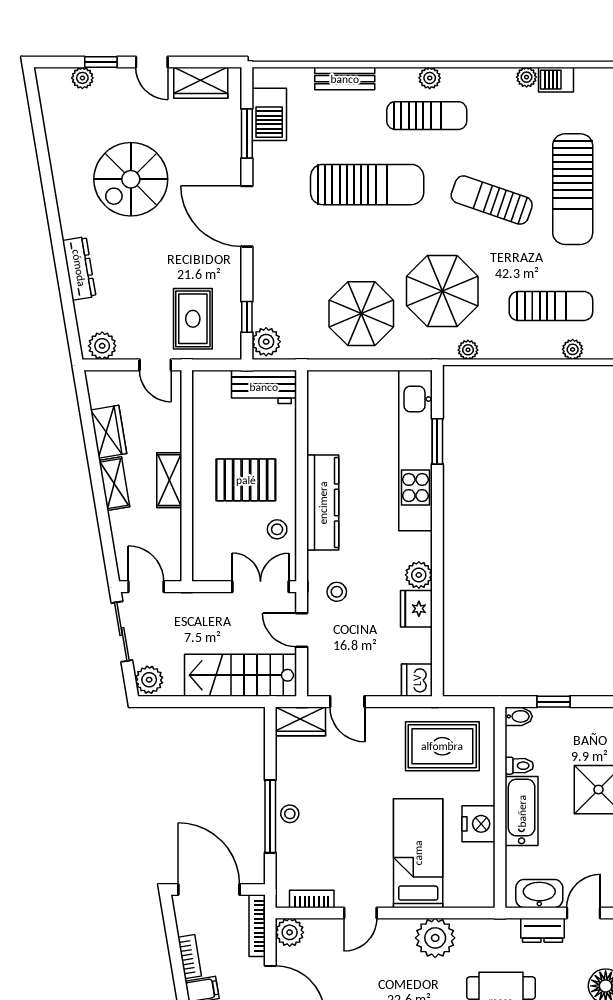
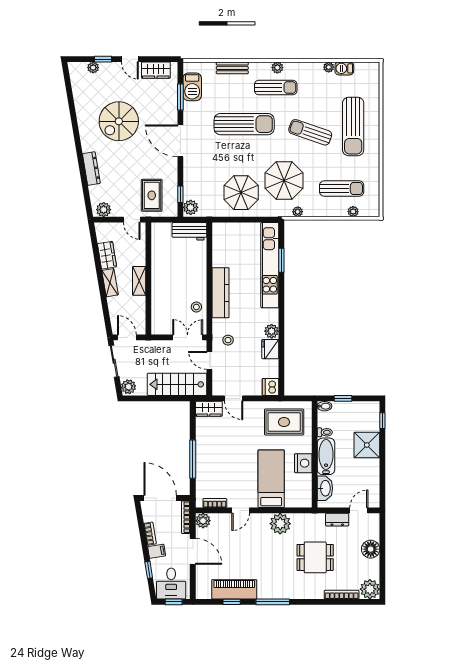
pallet: (246, 480) -> (180, 281), removed
stool: (290, 814) -> (203, 458), removed
washbasin: (539, 894) -> (325, 488), moved, turned 90

